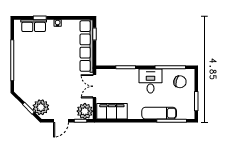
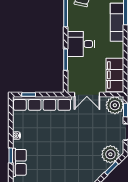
desk: (151, 81) -> (81, 44), moved

